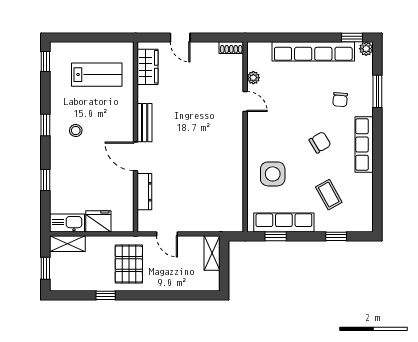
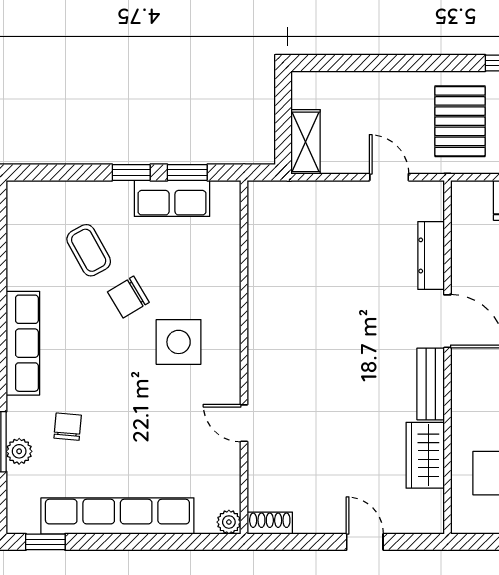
plant: (366, 49) -> (19, 451), moved
wardrobe: (148, 67) -> (425, 455), moved
plant: (253, 78) -> (229, 522), moved
chair: (320, 142) -> (128, 297), moved
side table: (273, 174) -> (179, 342), moved
row of seats: (284, 222) -> (172, 198), width x0.68
window: (336, 236) -> (131, 173), moved

